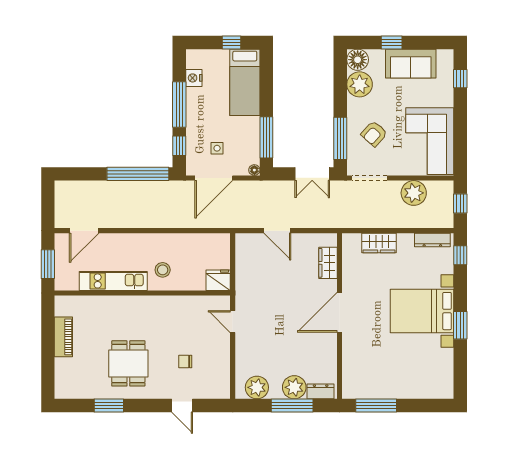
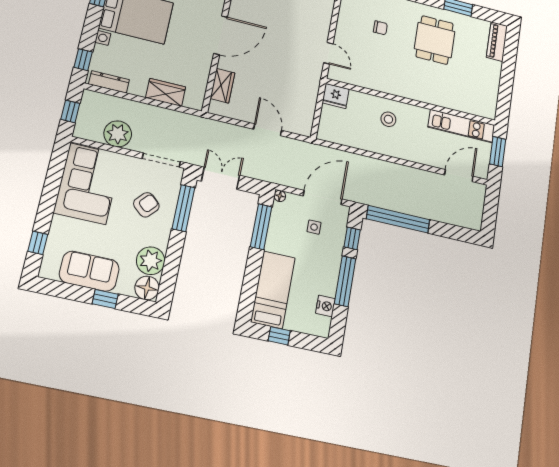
kitchen unit: (113, 281) -> (461, 126), moved
piano: (63, 337) -> (497, 42), moved

